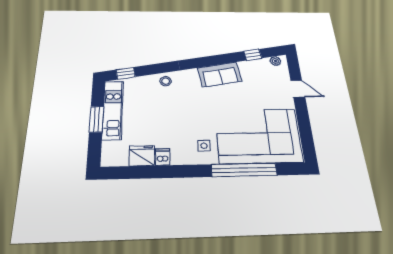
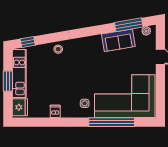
window: (253, 55) -> (129, 25), width x2.17
sofa: (220, 74) -> (118, 40), moved
fridge: (142, 156) -> (20, 107), moved, turned 90

